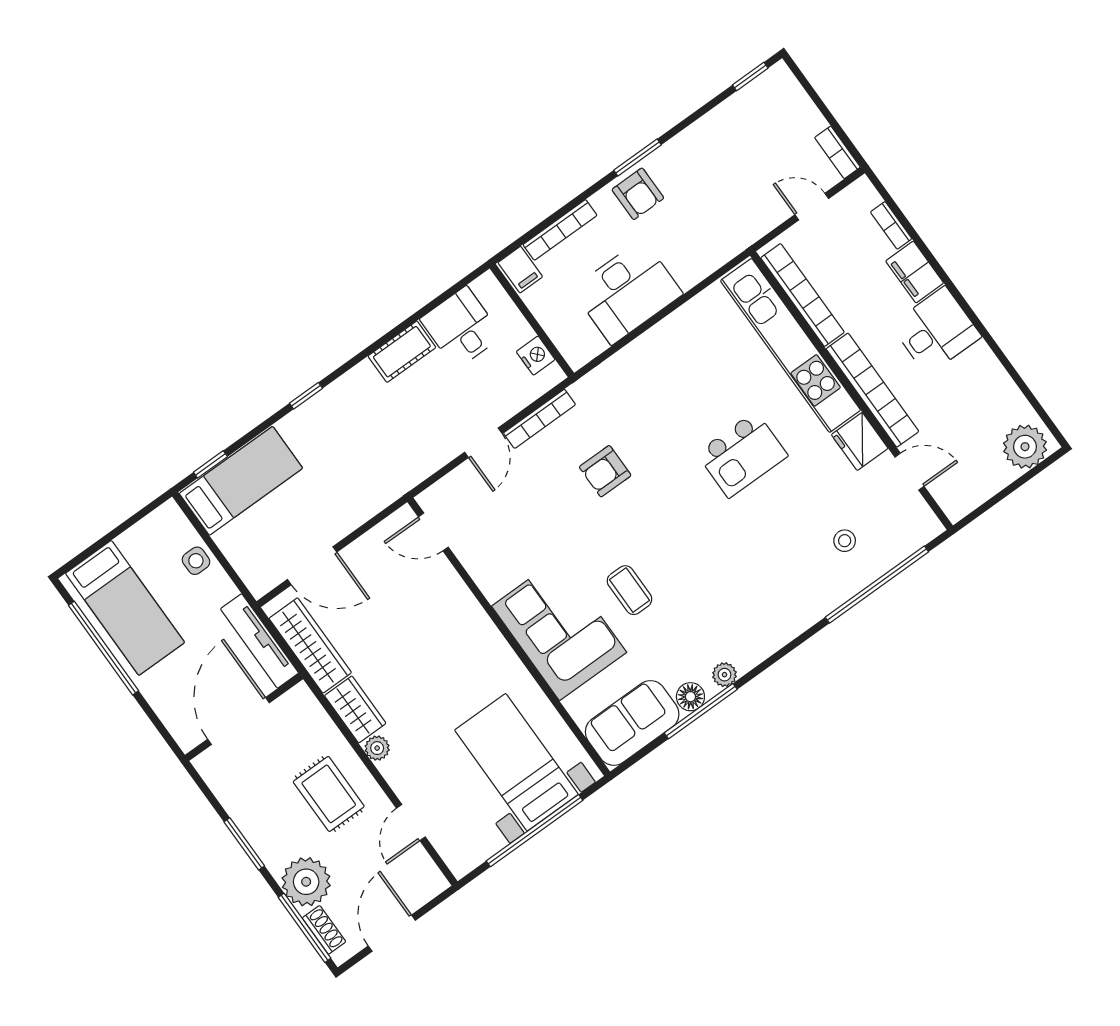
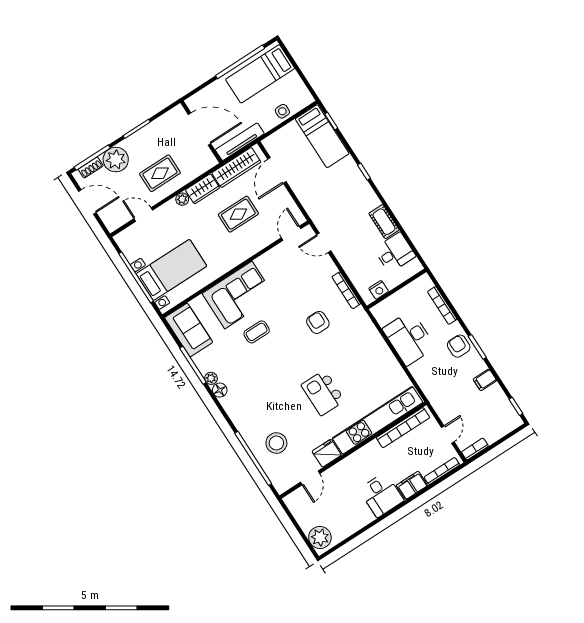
armchair: (638, 194) -> (459, 346), turned 90
bookcase: (891, 225) -> (442, 471), width x1.56
filing cabinet: (520, 270) -> (485, 380), moved
bookcase: (872, 390) -> (353, 461), removed
door: (483, 443) -> (324, 243), moved
stool: (845, 541) -> (276, 443), width x1.89, depth x1.89
rug: (401, 637) -> (238, 214), added
floor lamp: (690, 697) -> (220, 390), moved

